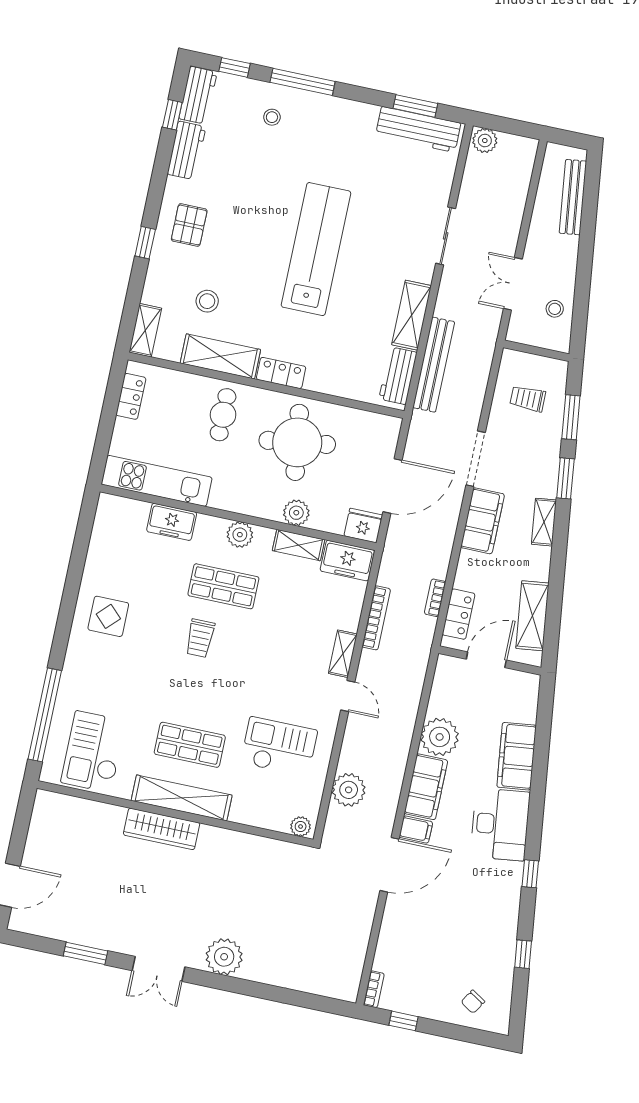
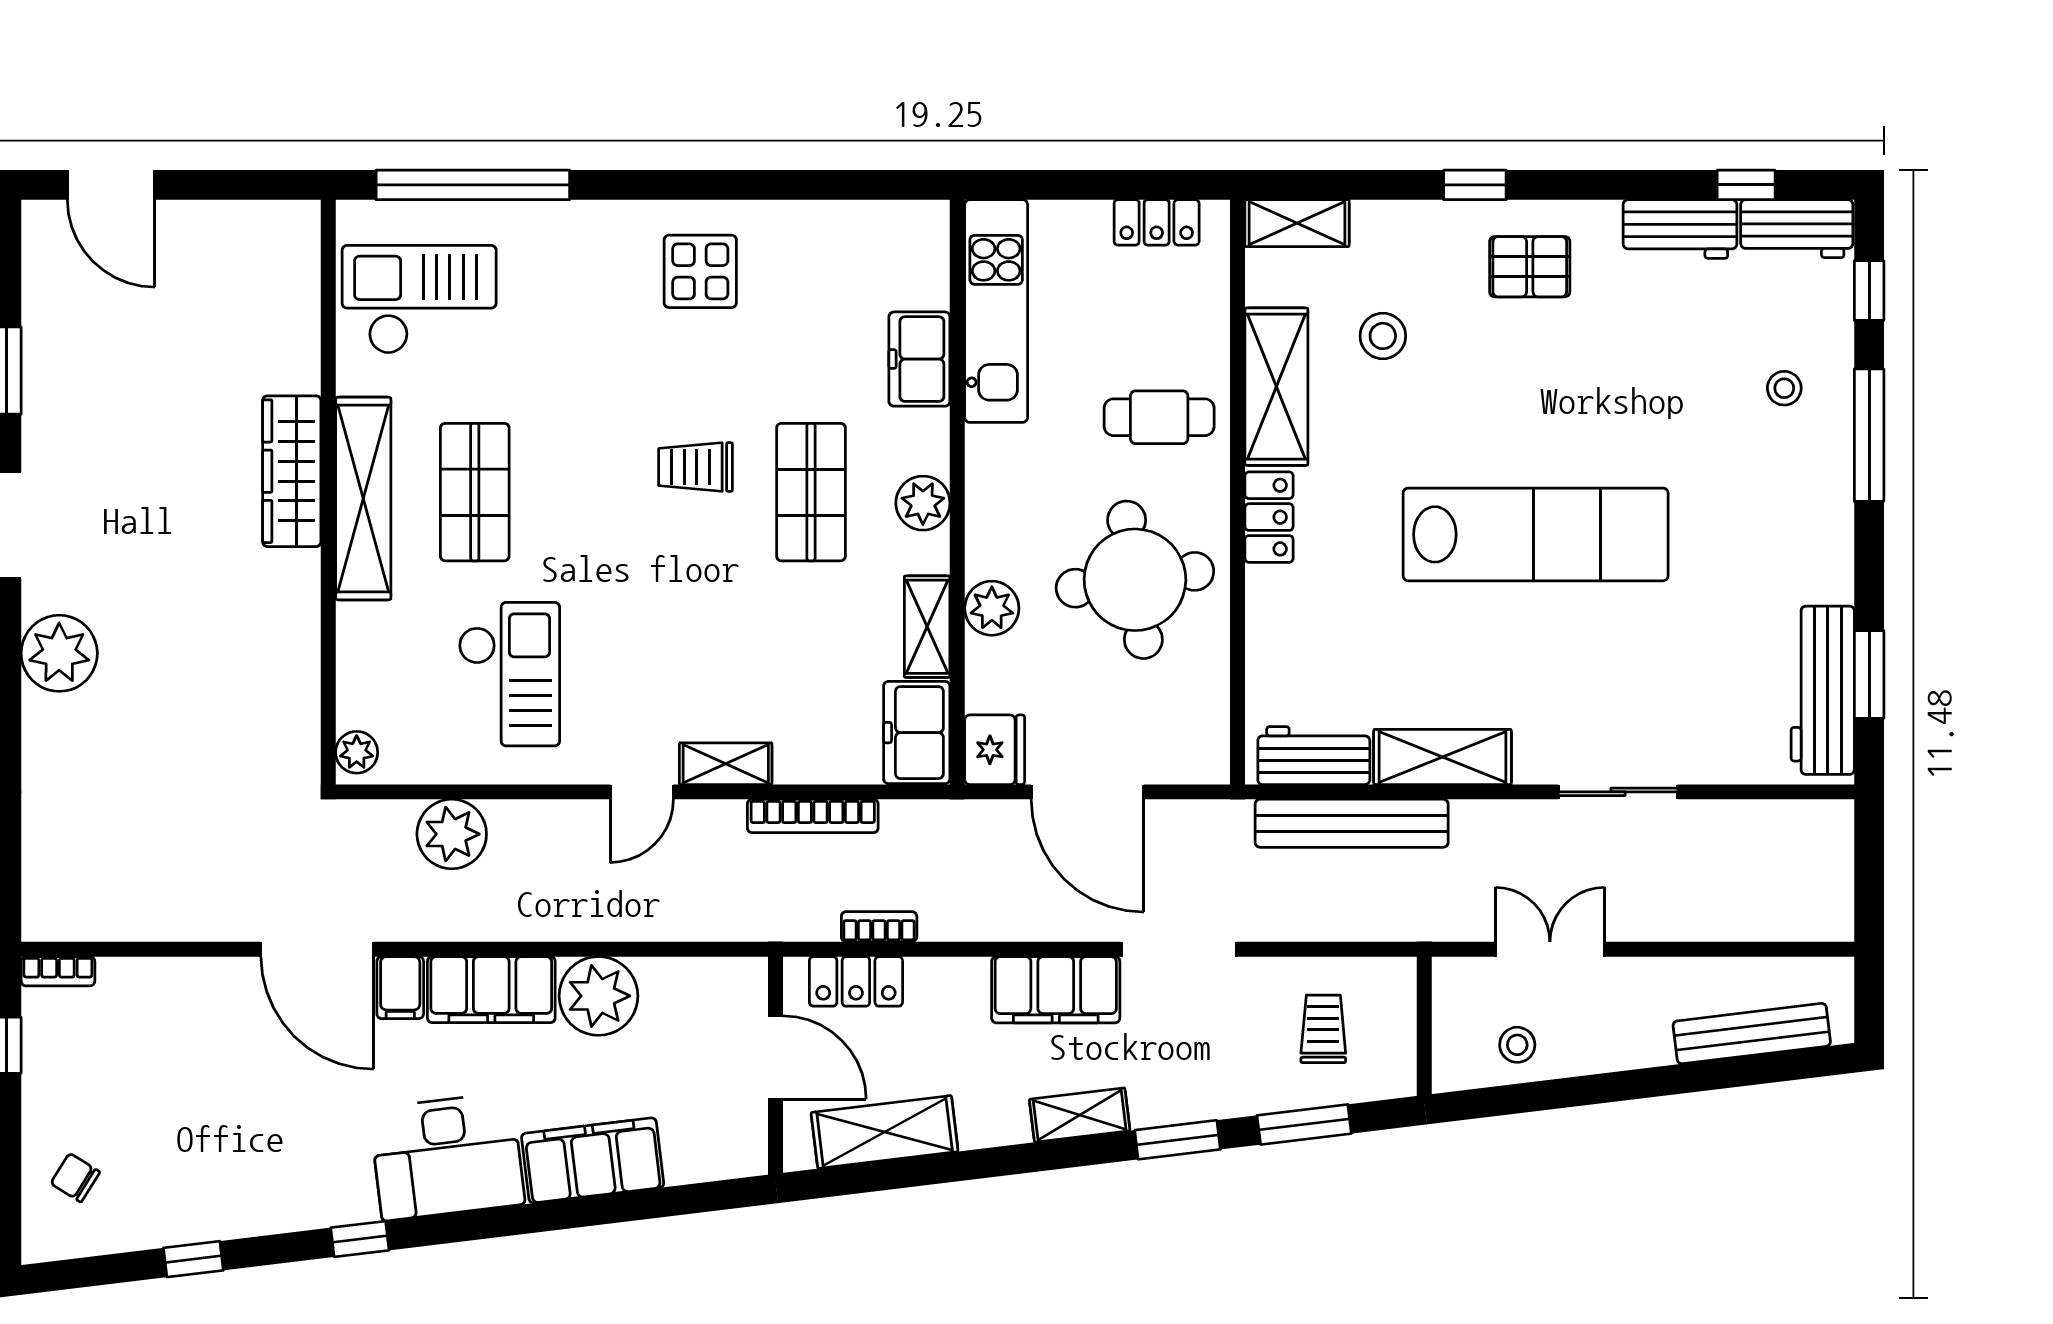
plant: (485, 141) -> (1829, 830), removed

